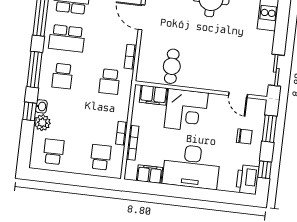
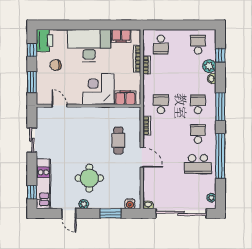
school desk: (67, 38) -> (198, 134), width x0.54
cafe table: (172, 66) -> (118, 140), moved
sliding door: (276, 70) -> (32, 140), moved
window: (30, 111) -> (220, 55), moved
chair: (244, 136) -> (56, 65), moved
school desk: (54, 152) -> (198, 45), turned 180

